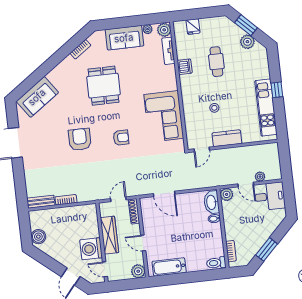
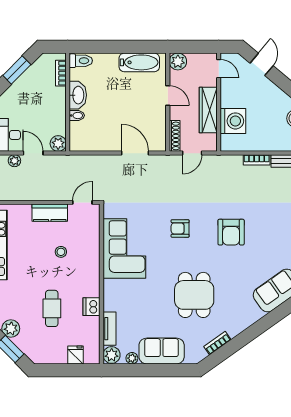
washbasin: (212, 202) -> (78, 95), moved
washing machine: (91, 249) -> (233, 121), moved

